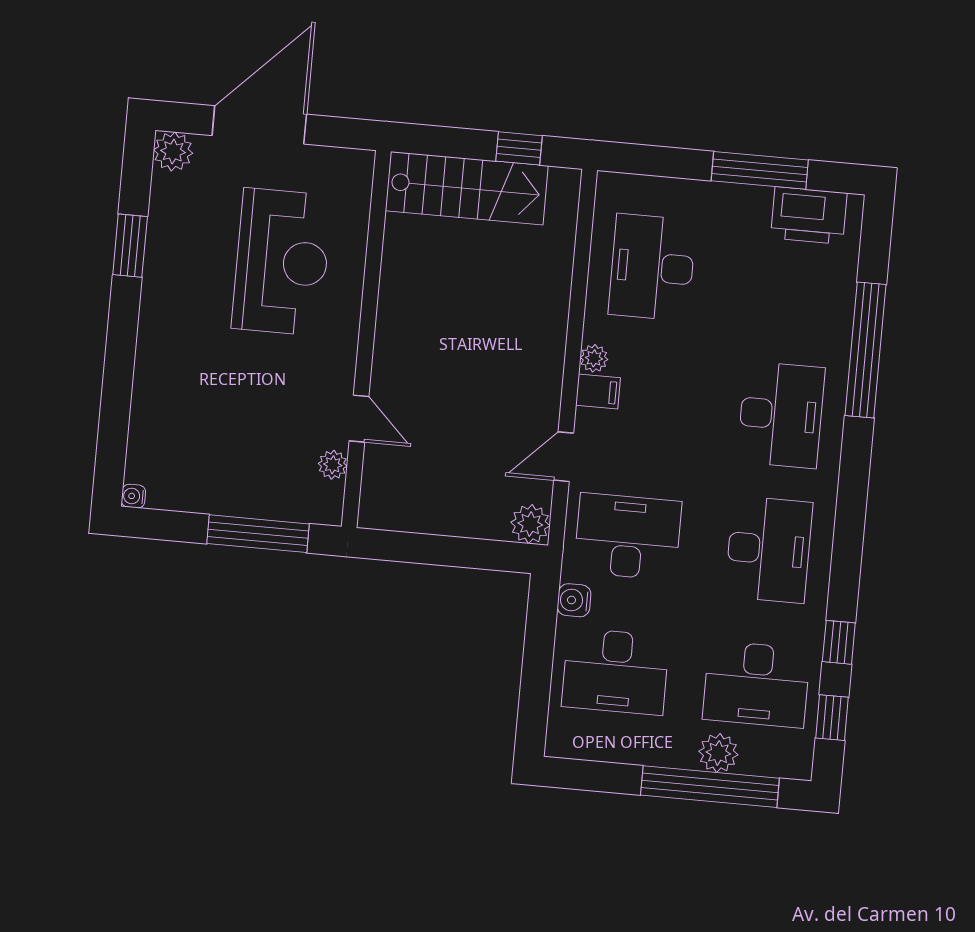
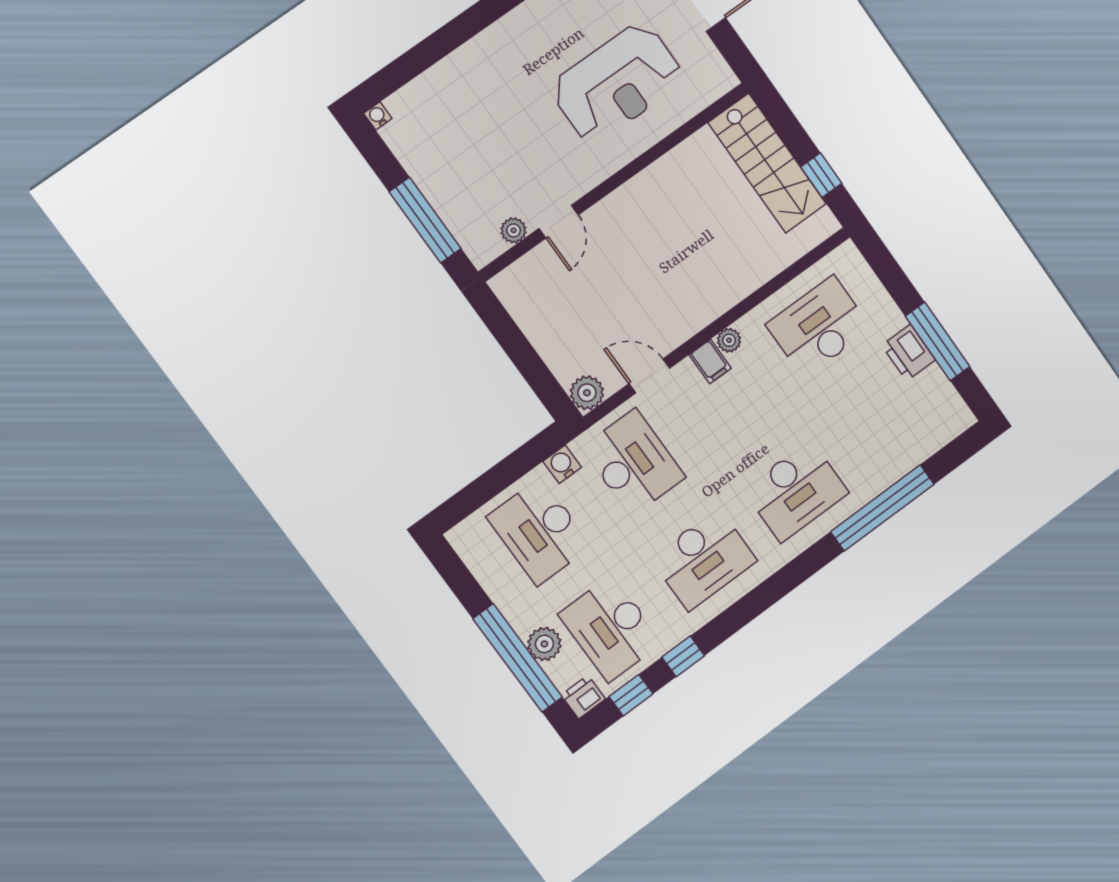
printer: (809, 216) -> (909, 353), moved, width x0.73, depth x0.84
printer: (796, 760) -> (583, 697), added

